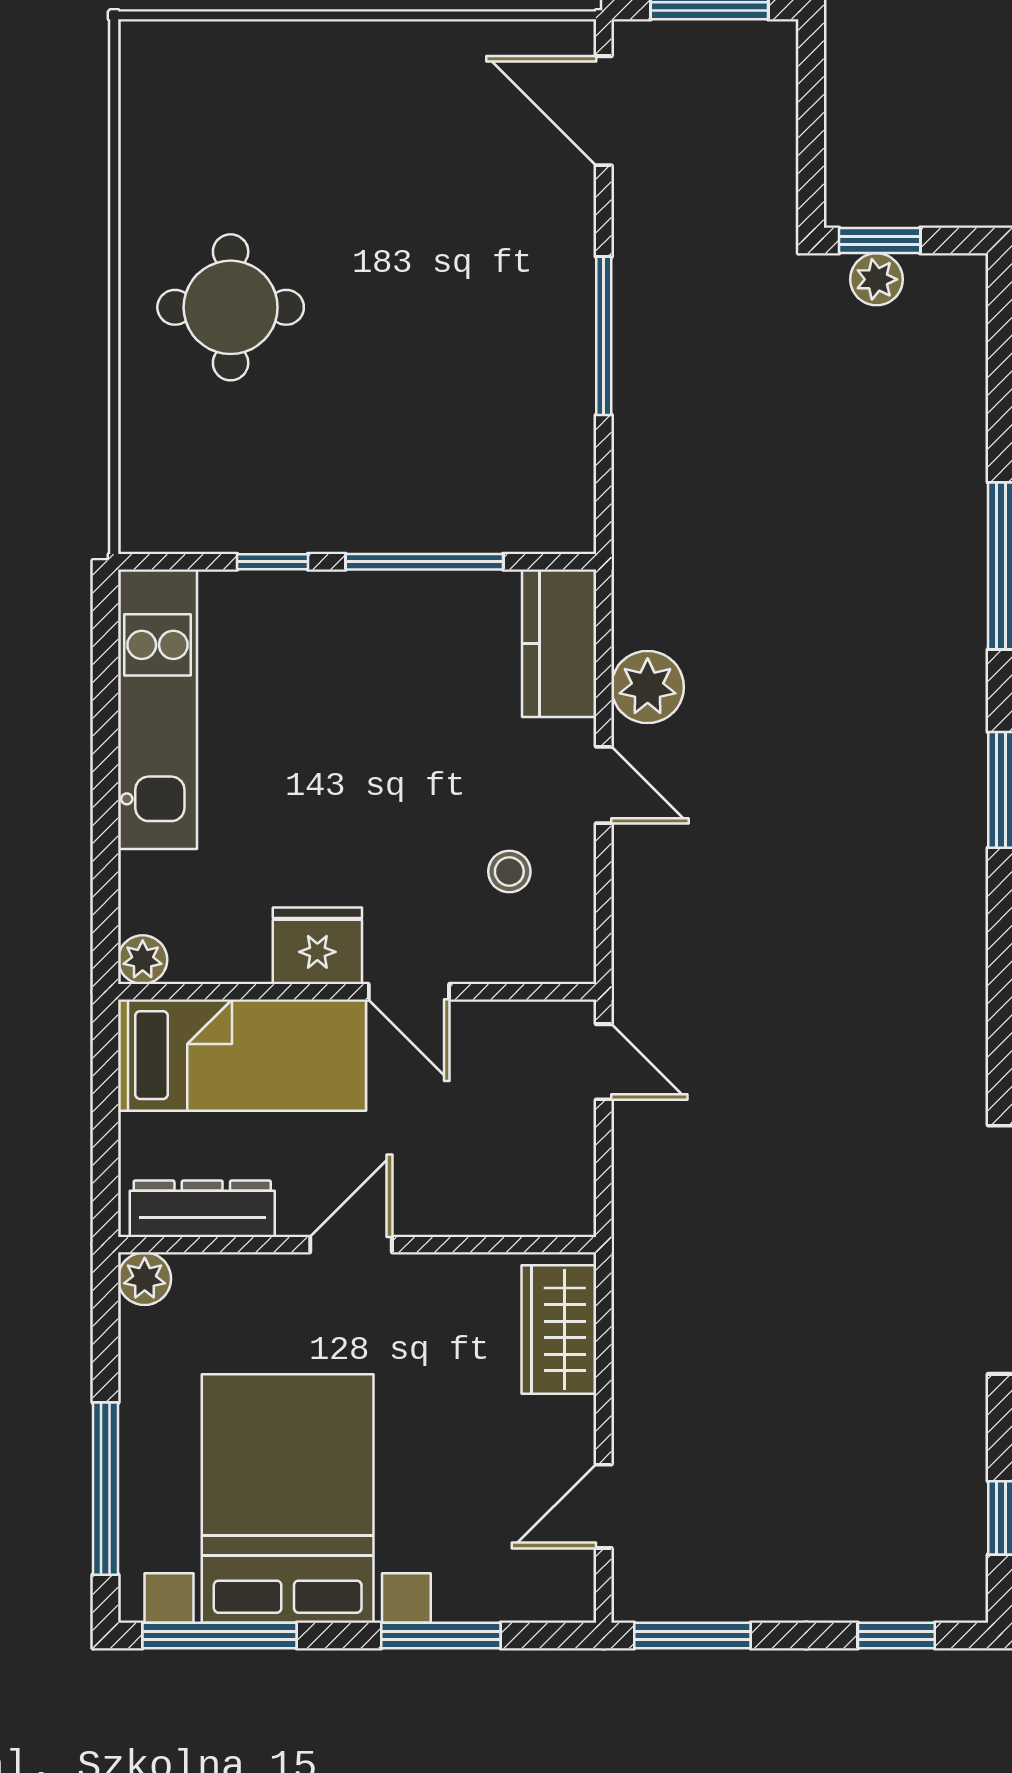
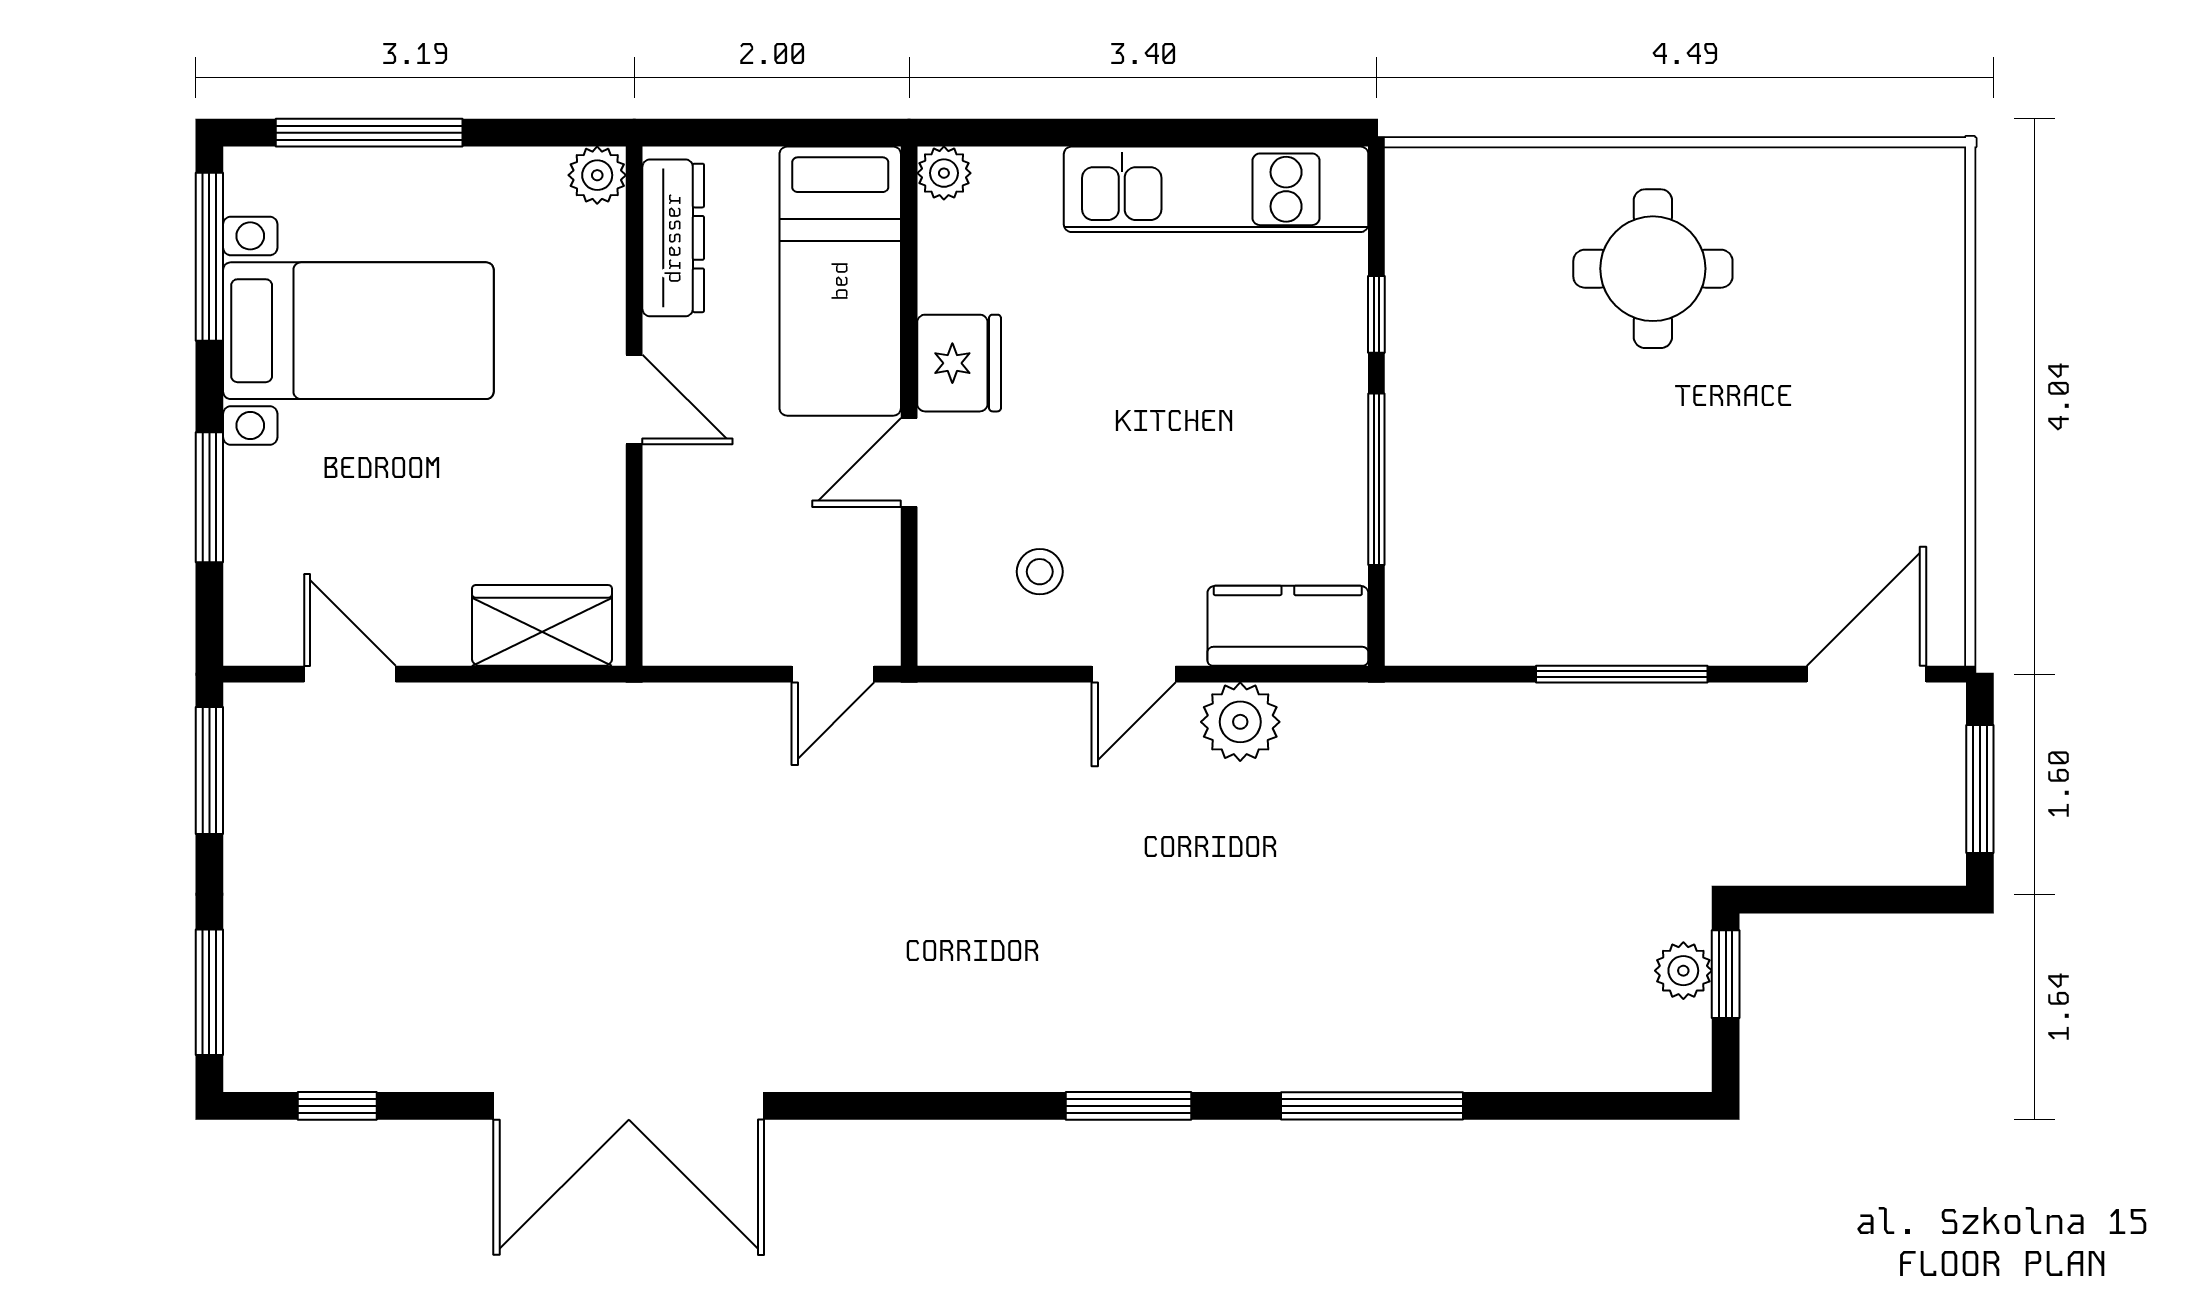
bed with nightstands: (288, 1498) -> (358, 331), width x0.73
window: (896, 1635) -> (209, 992), width x1.50

